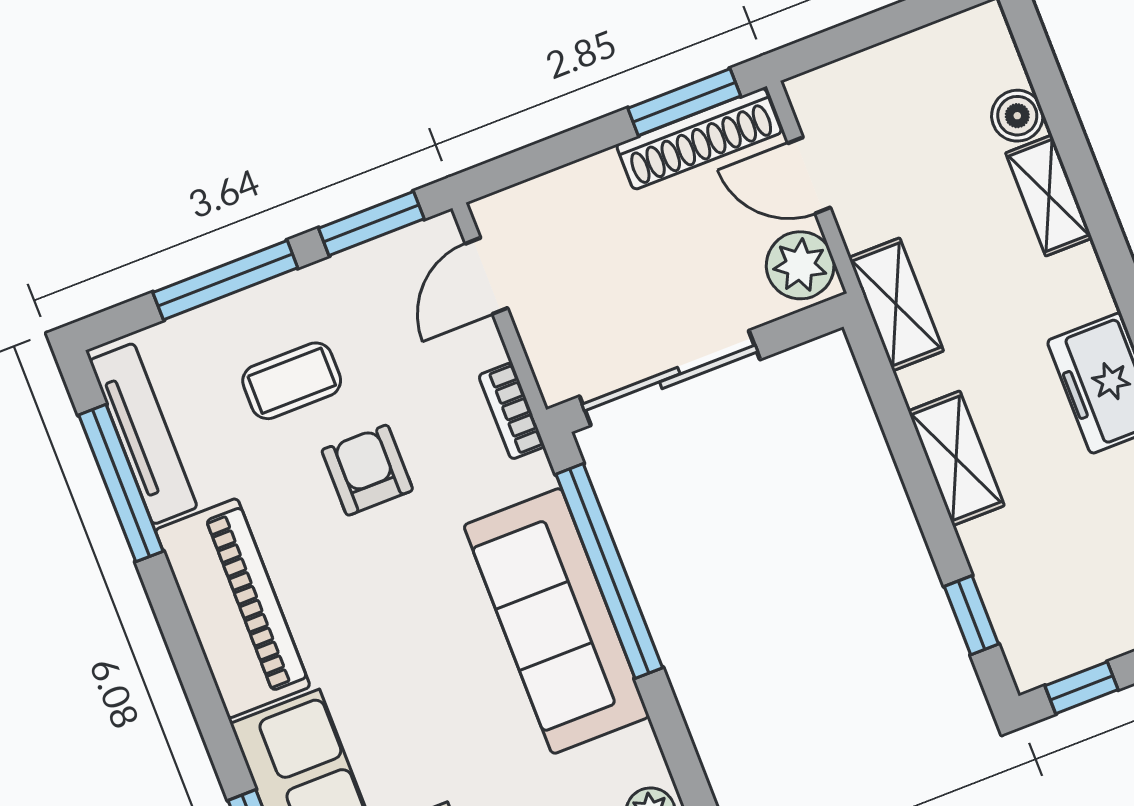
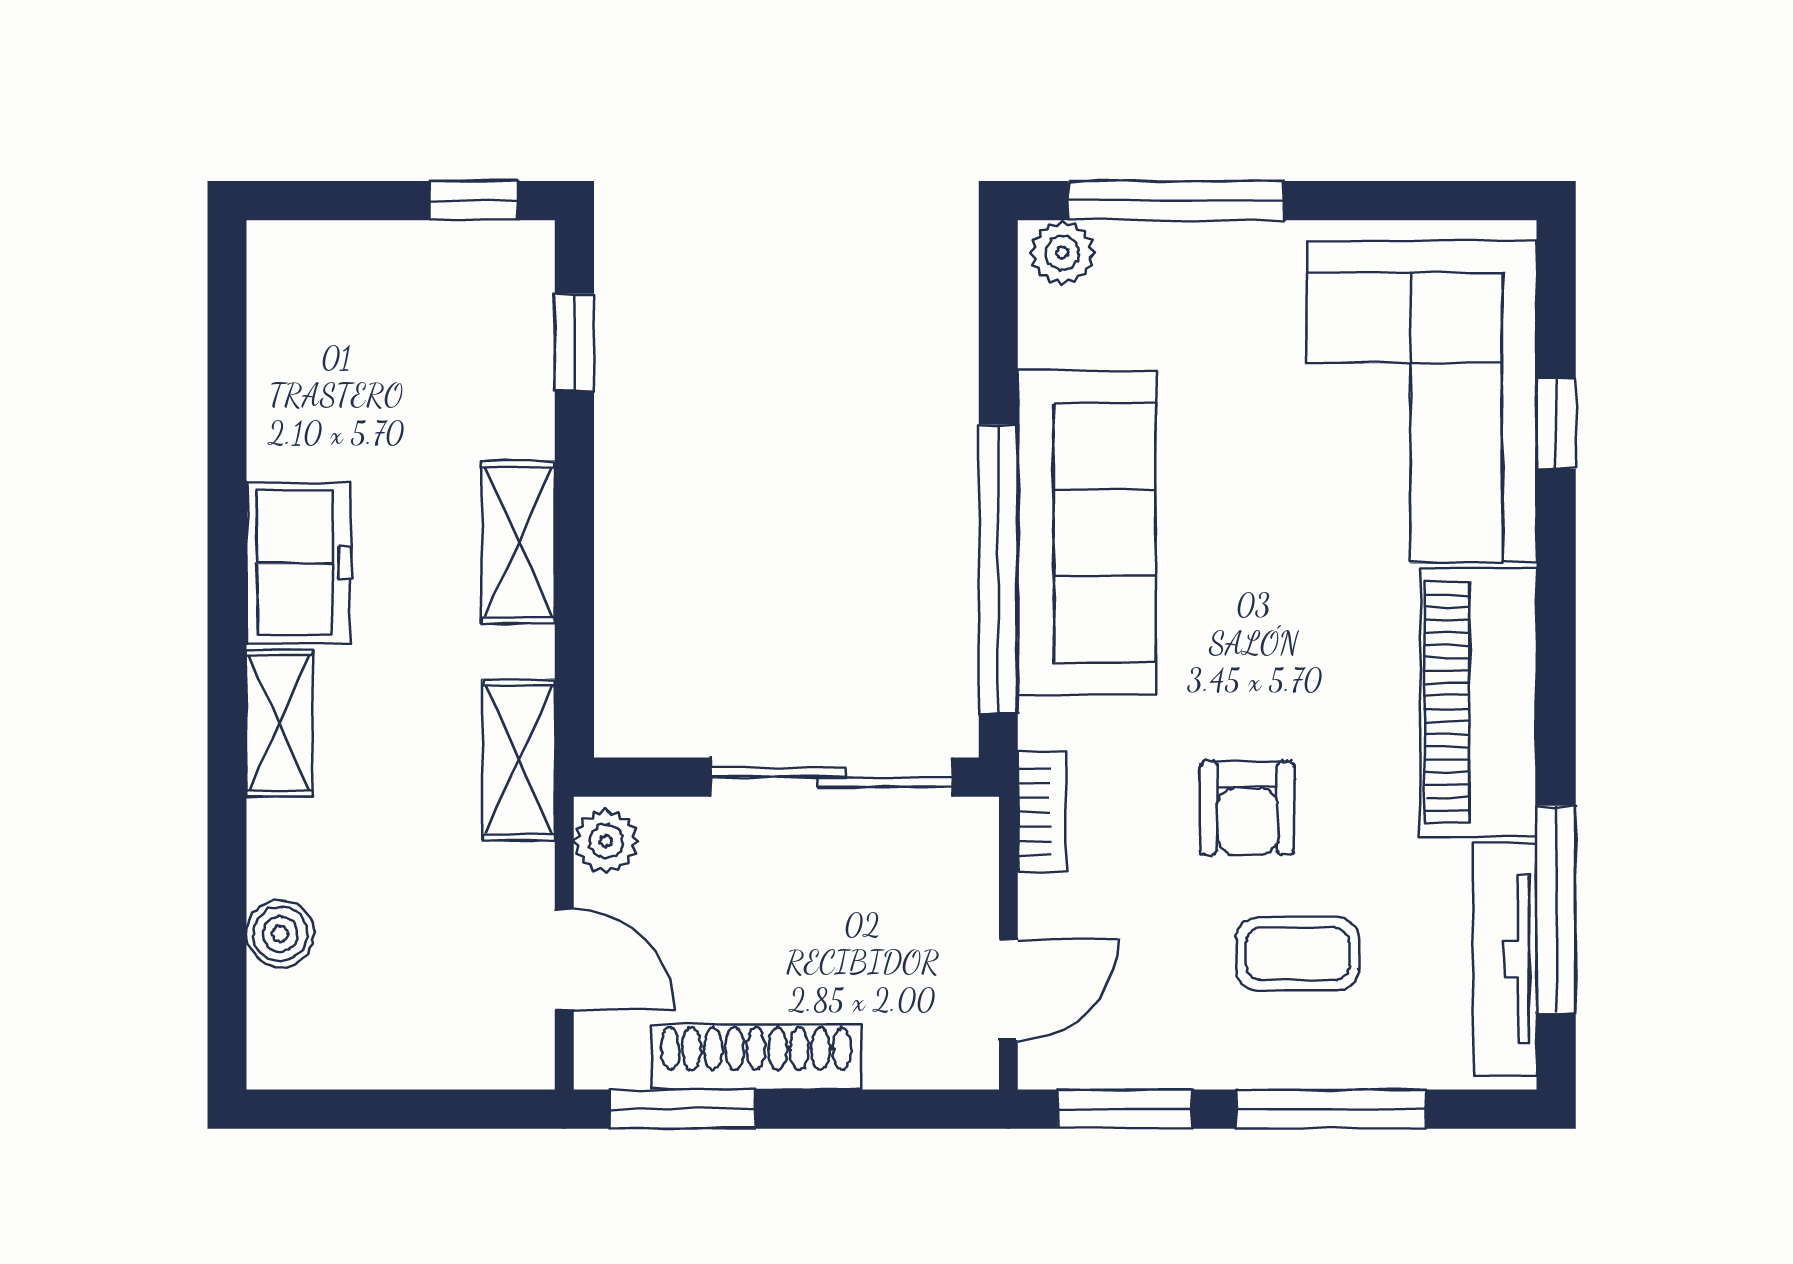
shoe rack: (699, 139) -> (756, 1057), moved
shelving: (1049, 196) -> (279, 723), moved
plant: (800, 265) -> (606, 841), width x0.73, depth x0.73

